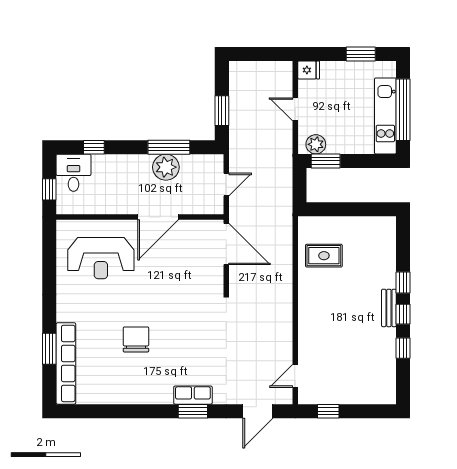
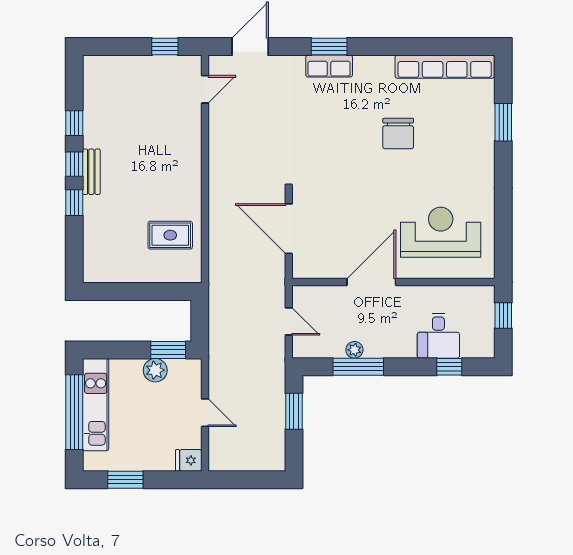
plant: (316, 144) -> (155, 370), moved
plant: (166, 167) -> (354, 350), width x0.53, depth x0.53
desk: (74, 173) -> (438, 336), moved
door: (226, 185) -> (289, 321), swing flipped
door: (226, 244) -> (289, 229), moved
row of seats: (66, 363) -> (445, 67), moved, turned -90

